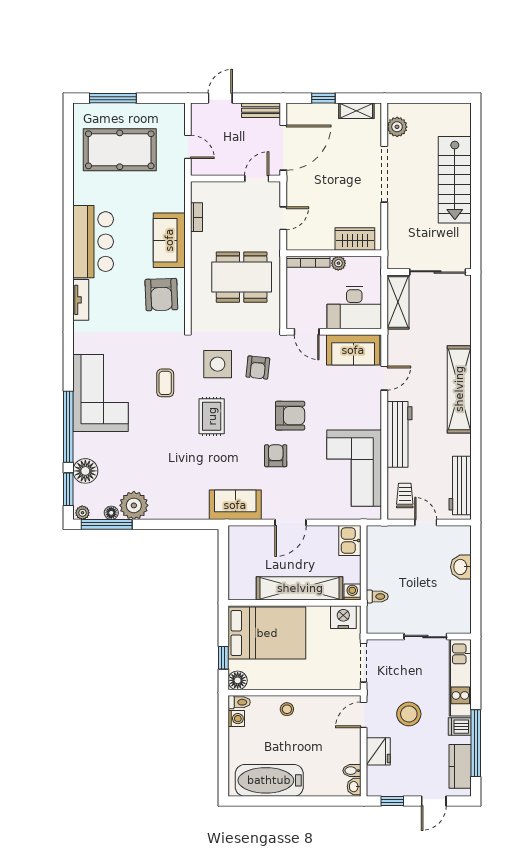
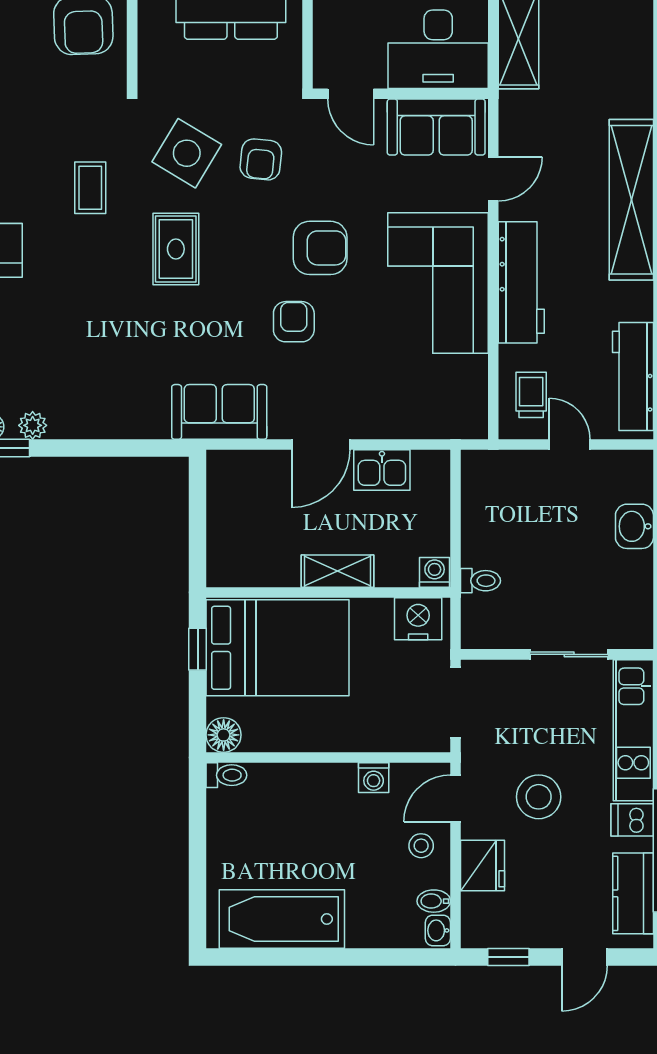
side table: (218, 364) -> (187, 153), turned 31
corner sofa: (354, 468) -> (438, 283), moved
plant: (134, 505) -> (33, 425), width x0.53, depth x0.53
kitchen sink: (350, 541) -> (382, 470), moved, turned -90
shelving: (300, 588) -> (338, 571), width x0.45, depth x0.75
window: (223, 658) -> (198, 649), moved
stool: (287, 709) -> (421, 846), moved
washing machine: (236, 719) -> (374, 778), moved, turned 90

